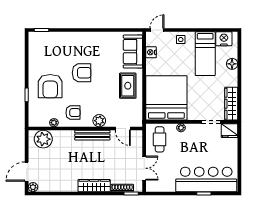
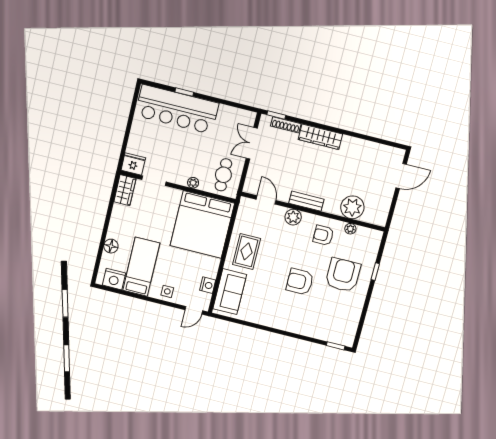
wardrobe: (231, 104) -> (125, 190), width x0.67
bench: (92, 135) -> (306, 201), width x0.73
plant: (43, 139) -> (352, 207), moved
plant: (33, 187) -> (398, 154), removed

